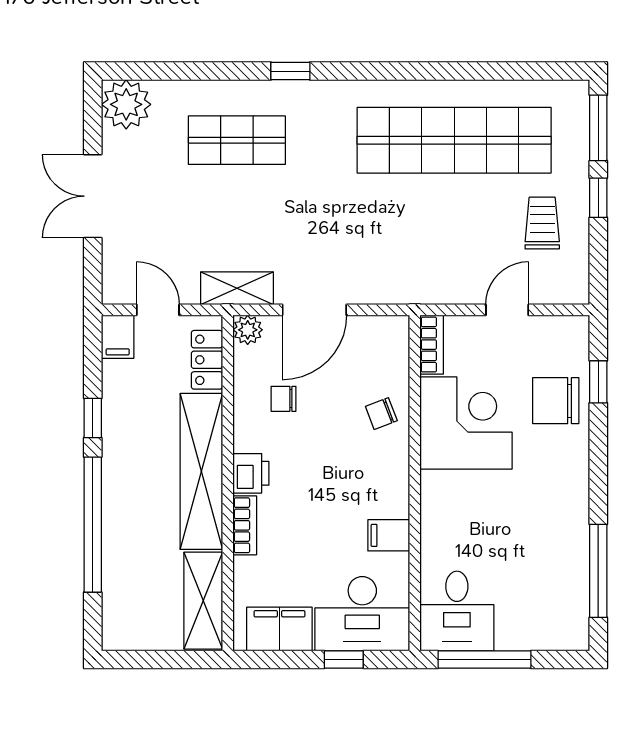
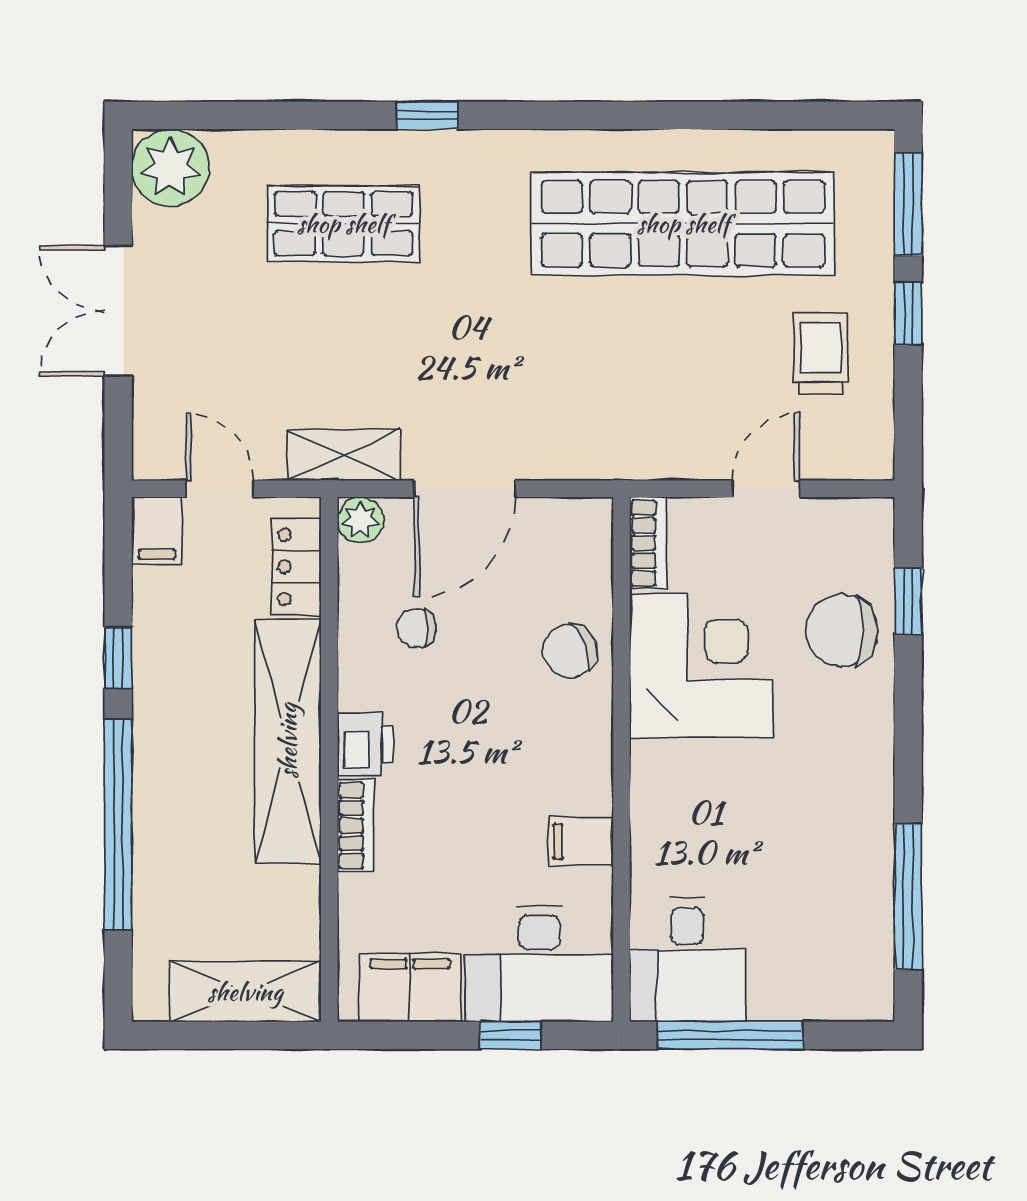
chair: (381, 414) -> (569, 651), width x1.37, depth x1.37
shelving: (203, 601) -> (245, 992), moved, turned 90

